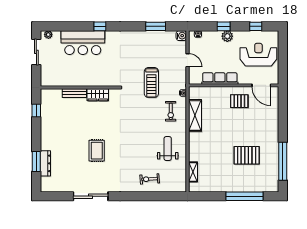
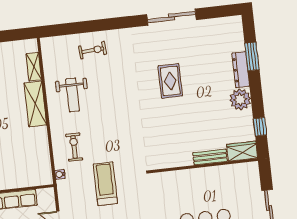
wardrobe: (98, 95) -> (242, 151), moved
shelving: (195, 115) -> (35, 104), moved
plant: (48, 132) -> (240, 99), added
dresser: (45, 163) -> (241, 70), moved

